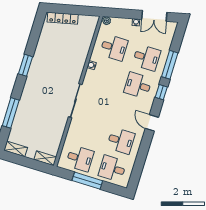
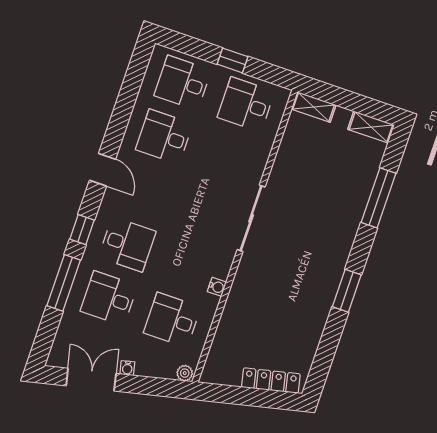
desk: (112, 168) -> (183, 83), turned 180
window: (87, 181) -> (232, 60), width x0.46

